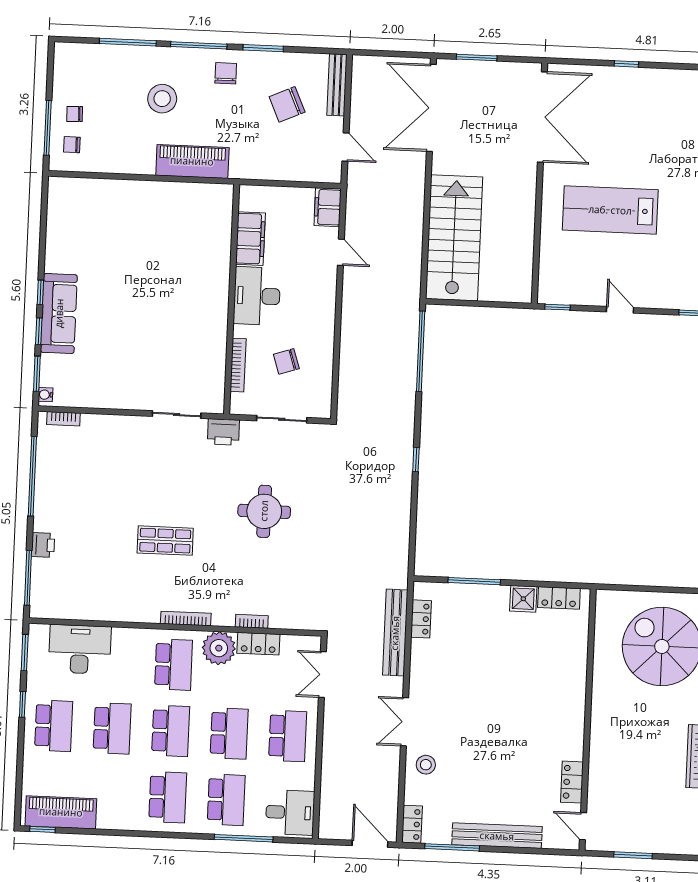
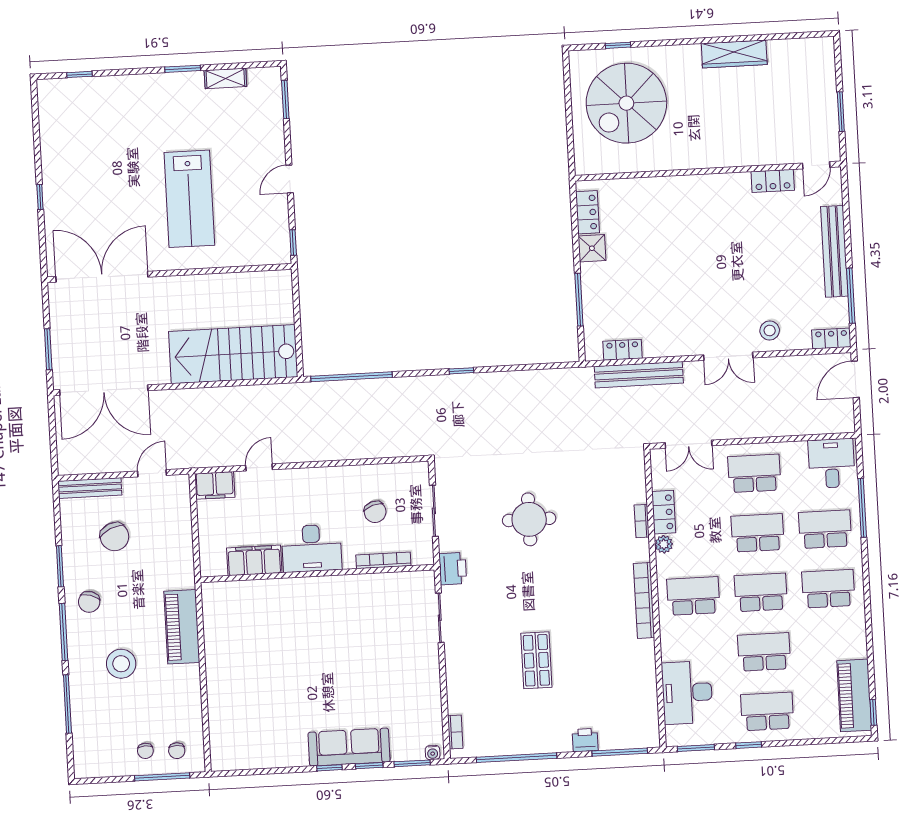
chair: (226, 73) -> (89, 602), turned -73
shop shelf: (165, 541) -> (536, 660), moved
bookcase: (186, 618) -> (644, 601), width x1.48, depth x1.31
plant: (219, 648) -> (664, 544), width x0.53, depth x0.53

